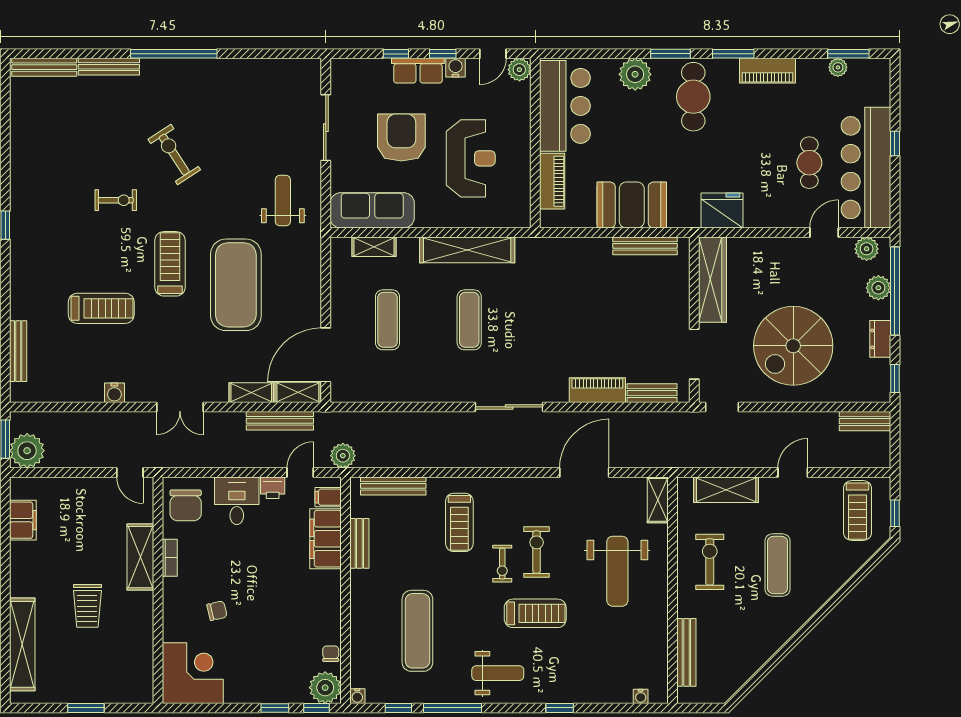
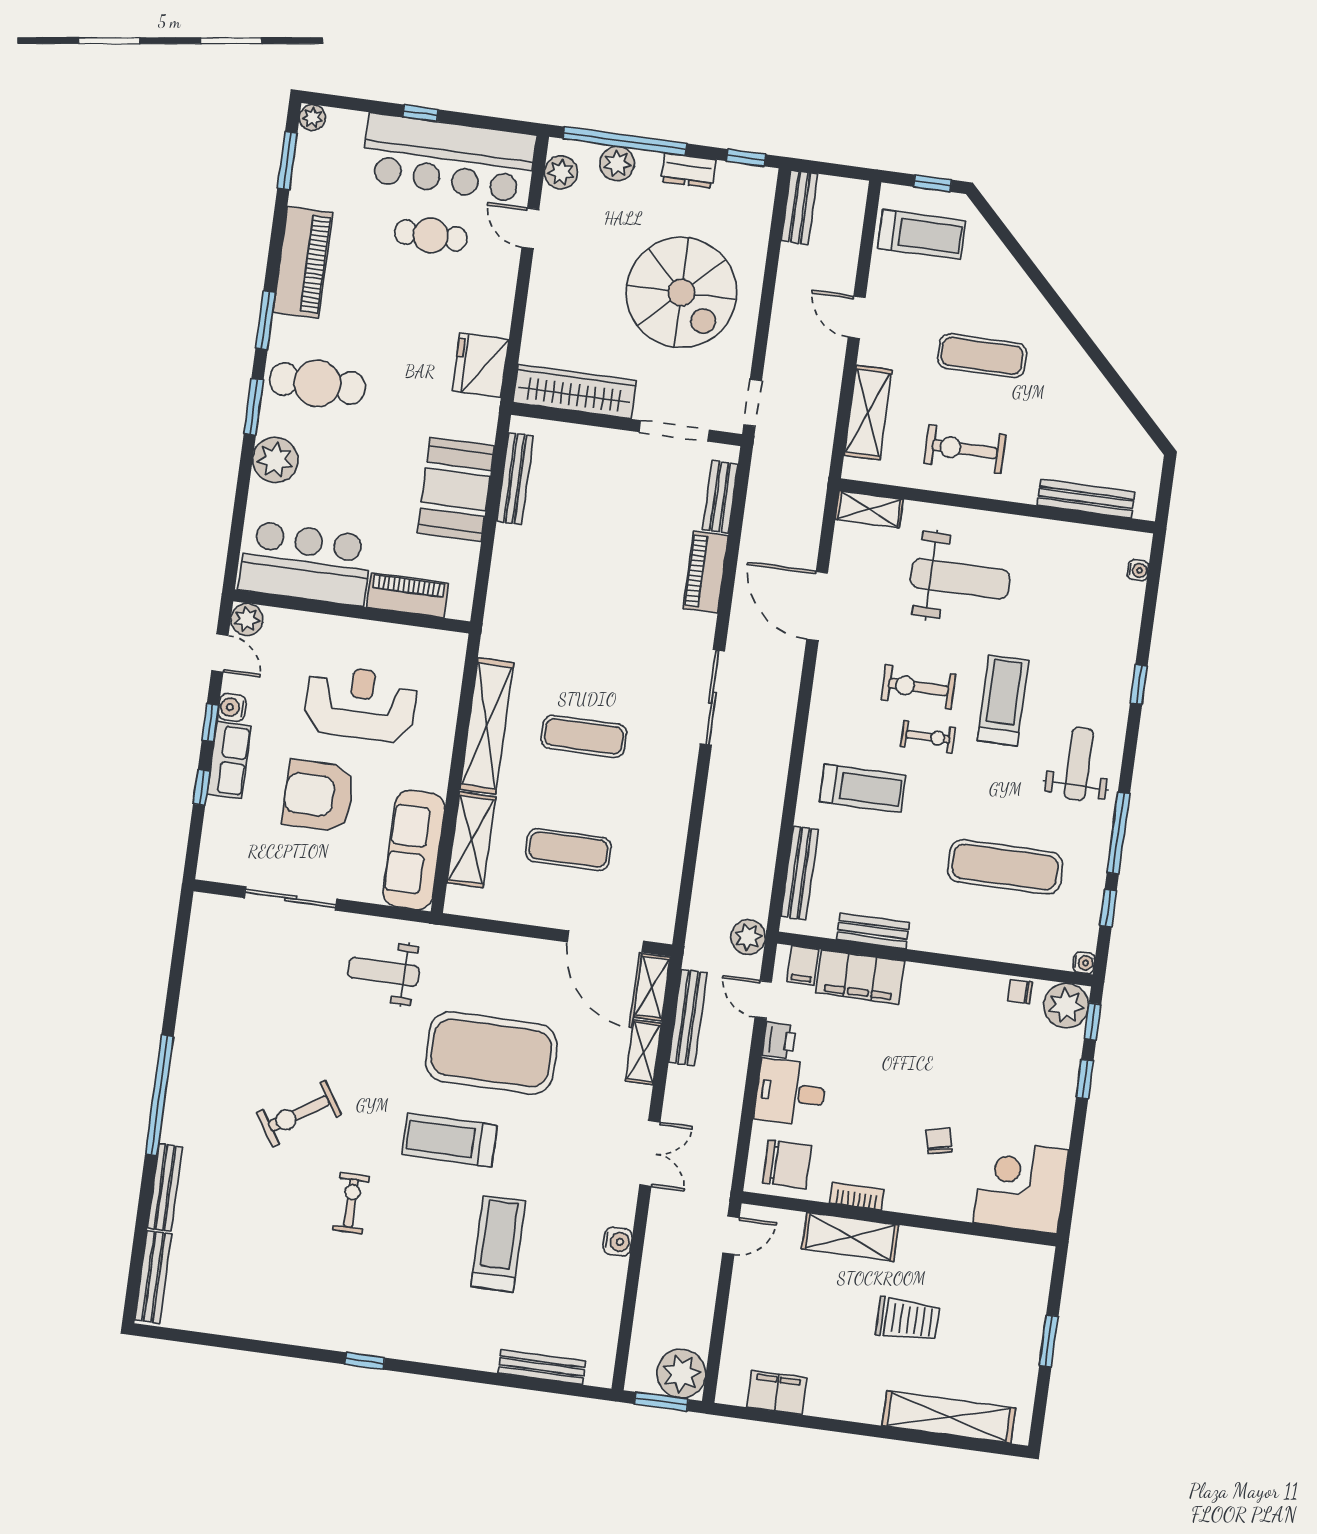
plant: (838, 67) -> (312, 118), moved
piano: (767, 71) -> (303, 262), width x1.37, depth x1.33
shelving: (374, 247) -> (471, 840), width x1.50, depth x1.33

